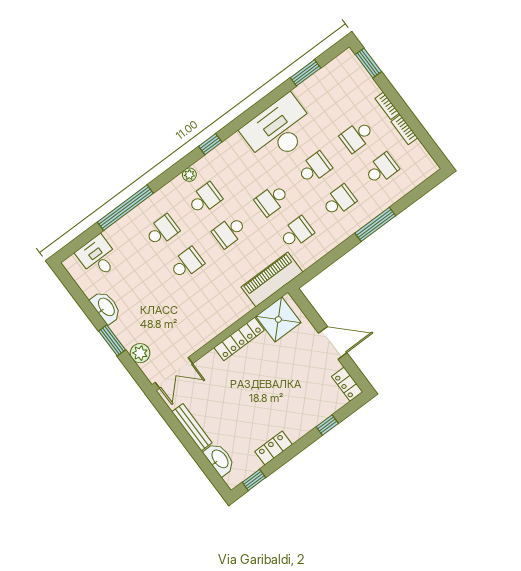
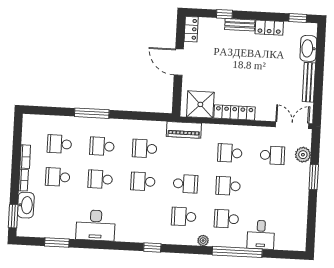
desk: (279, 130) -> (96, 225), width x0.73, depth x0.77
school desk: (357, 136) -> (58, 177), turned 180
plant: (189, 175) -> (203, 241), moved
school desk: (272, 200) -> (143, 181), turned 180
desk: (98, 257) -> (261, 235), moved
piano: (272, 279) -> (184, 130), width x0.73, depth x0.75
school desk: (211, 296) -> (230, 153), added
washbasin: (106, 307) -> (26, 205), moved, turned 180
school desk: (169, 328) -> (272, 155), added
bench: (304, 427) -> (240, 25), added

